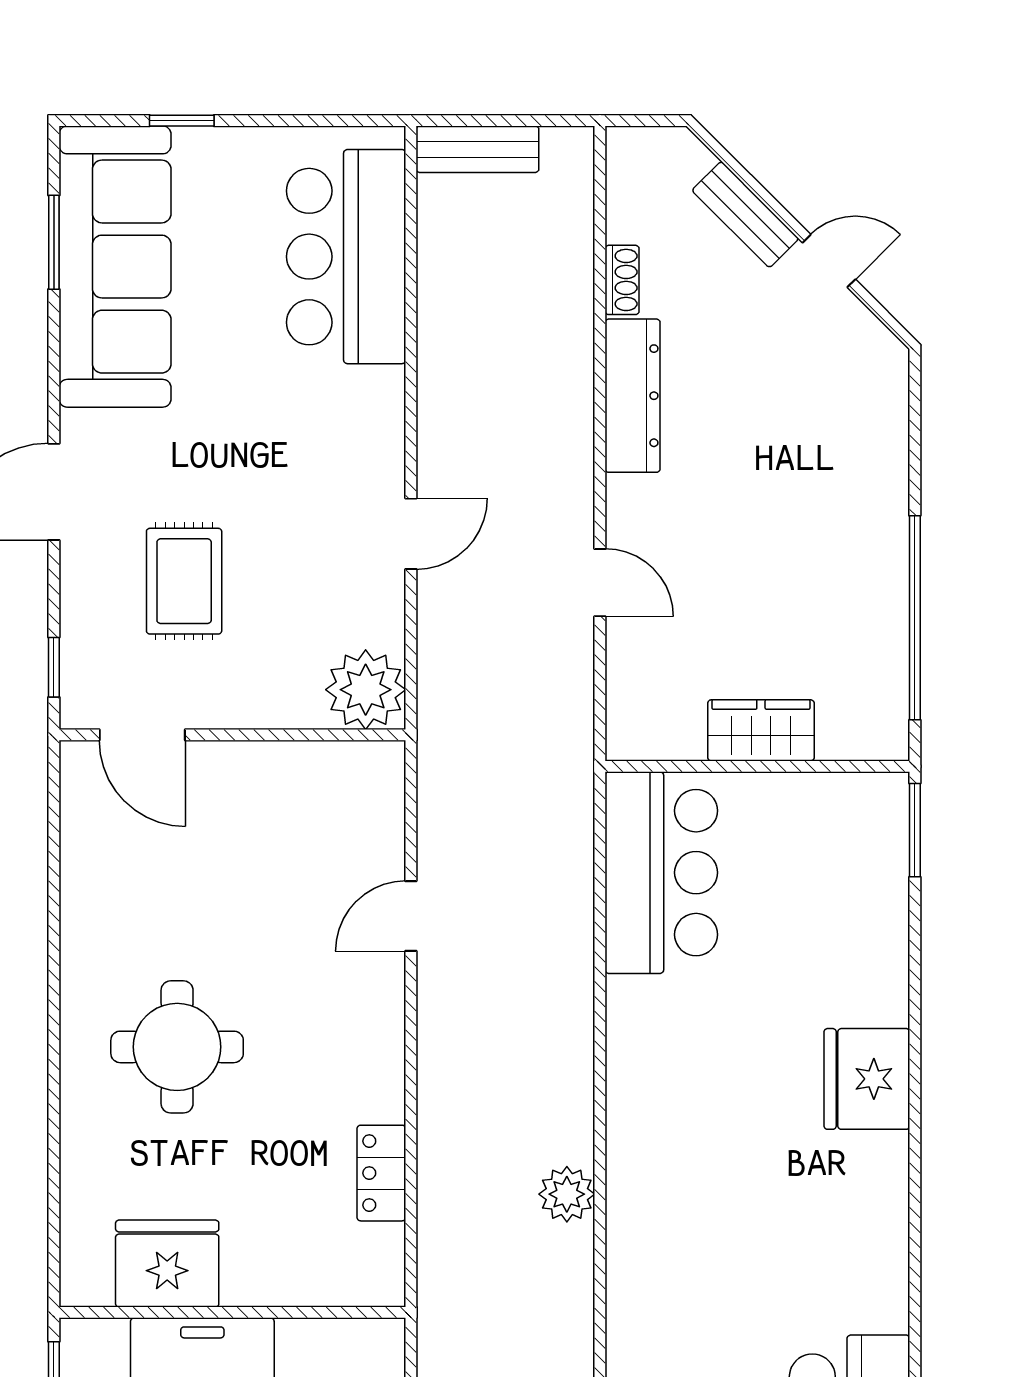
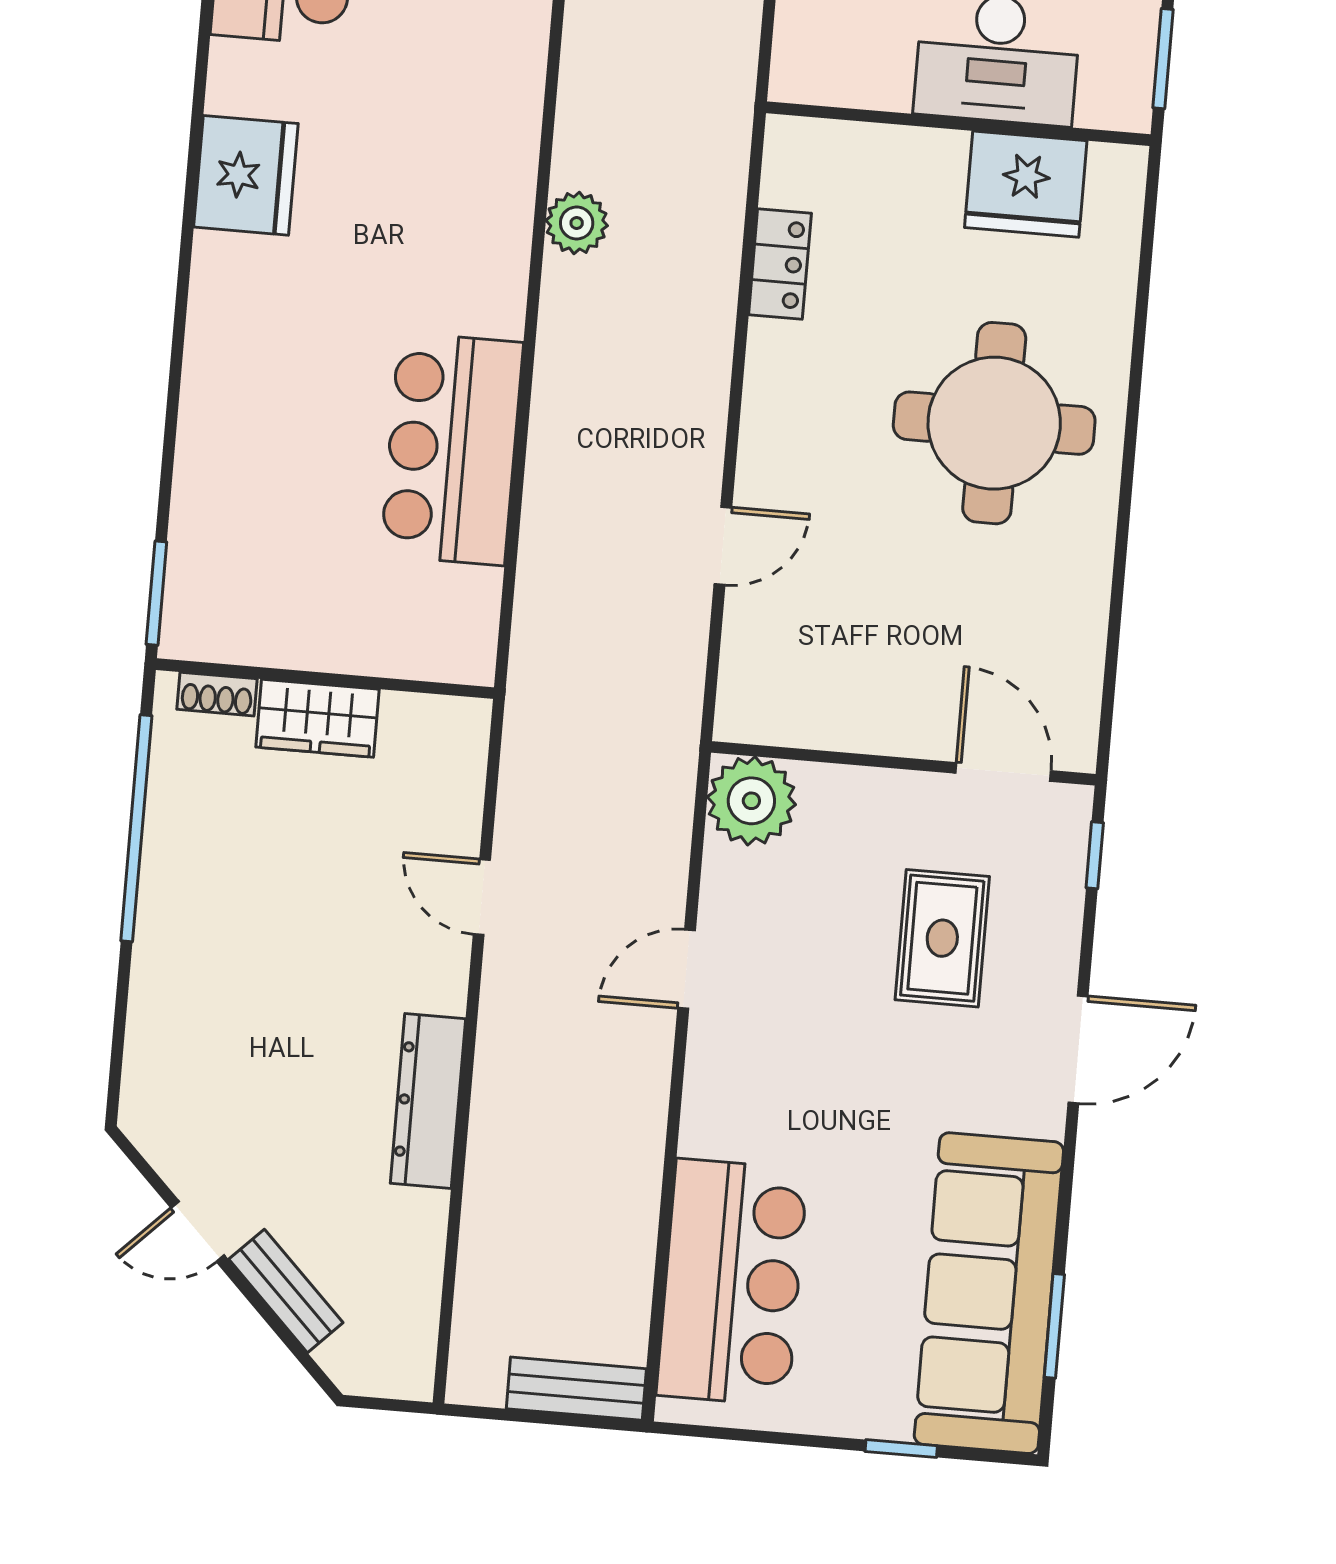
shoe rack: (622, 280) -> (217, 694), moved, turned -90
bar counter: (661, 873) -> (452, 449), moved
round table: (177, 1047) -> (994, 423), width x1.36, depth x1.36
fridge: (867, 1079) -> (246, 175), moved

